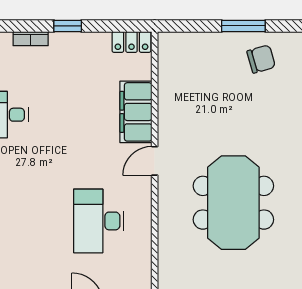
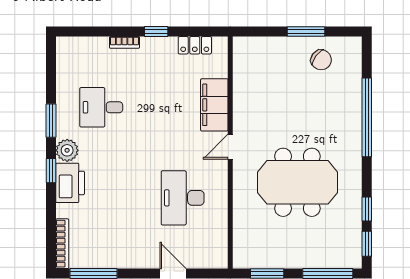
locker: (131, 42) -> (195, 45), moved
chair: (261, 59) -> (321, 60), turned 53
meeting table: (233, 203) -> (297, 182), turned 90

